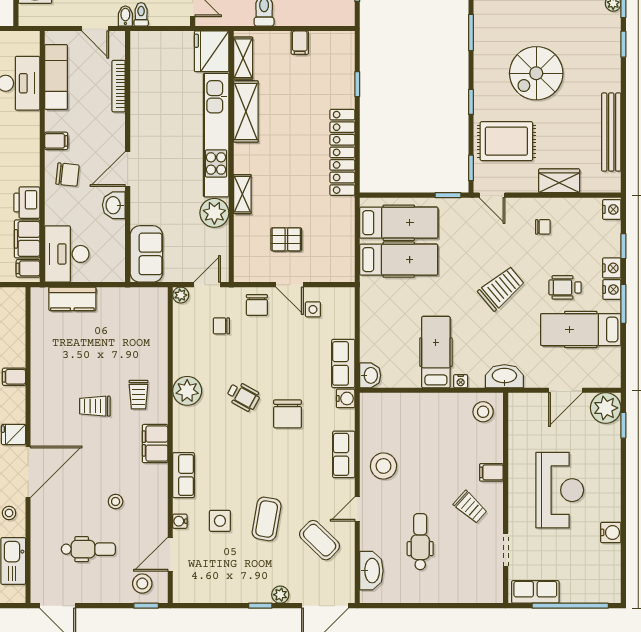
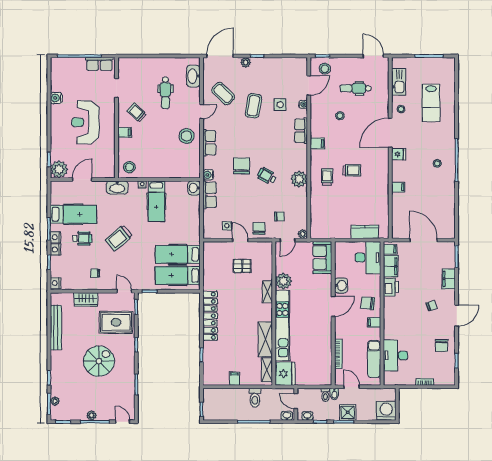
filing cabinet: (155, 444) -> (317, 143), width x0.50

